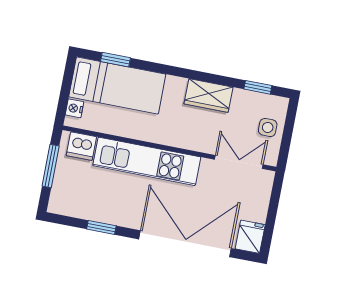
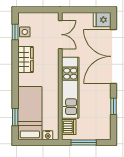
side table: (268, 127) -> (25, 32), moved
double door: (239, 162) -> (60, 35), swing flipped

